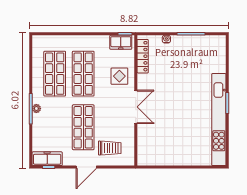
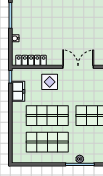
freezer: (121, 42) -> (18, 91), moved

